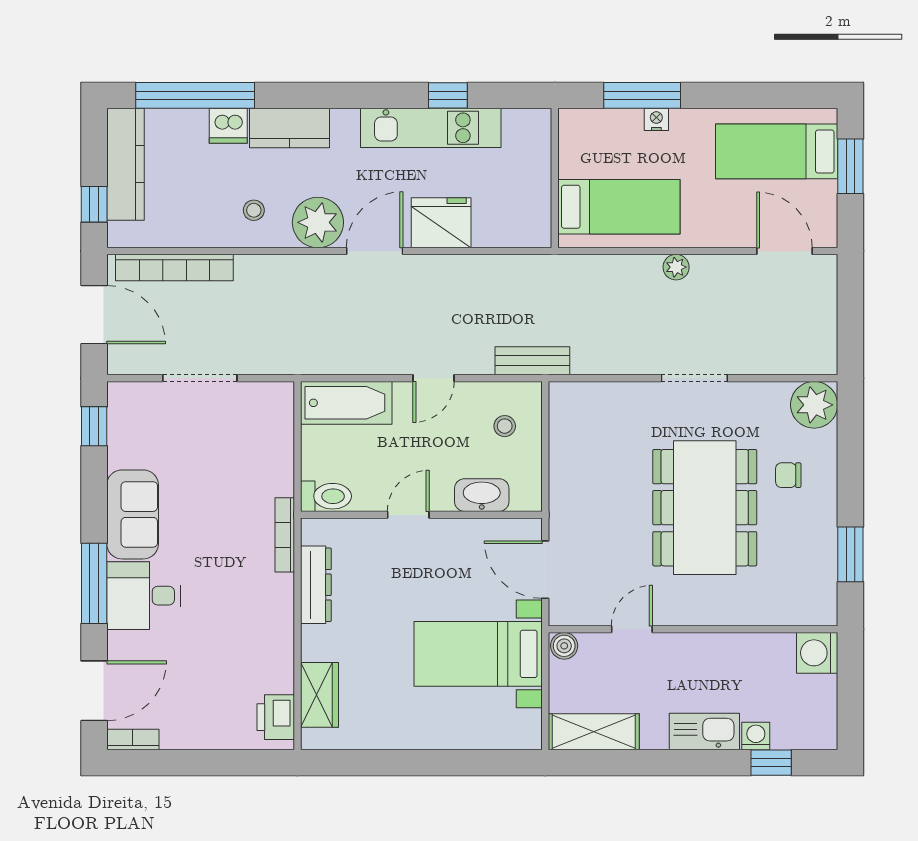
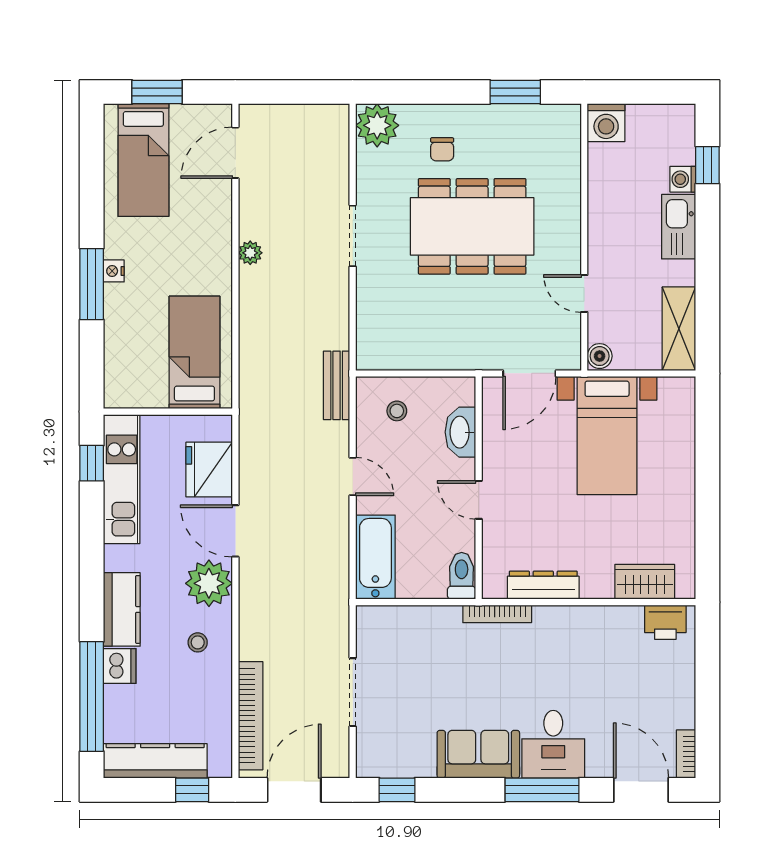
wall: (555, 178) -> (168, 412), moved
bed: (619, 207) -> (194, 352), moved

